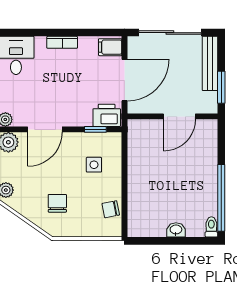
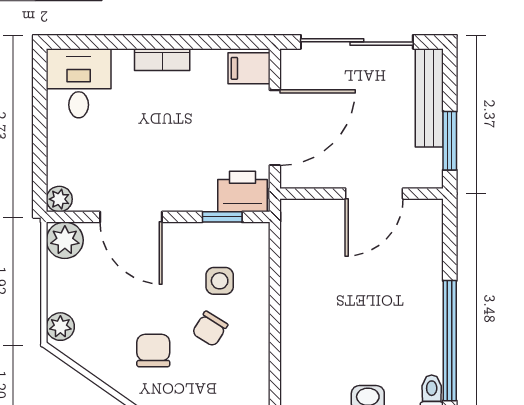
door: (45, 129) -> (131, 217), hinge flipped
chair: (111, 209) -> (210, 329), moved, turned -47

